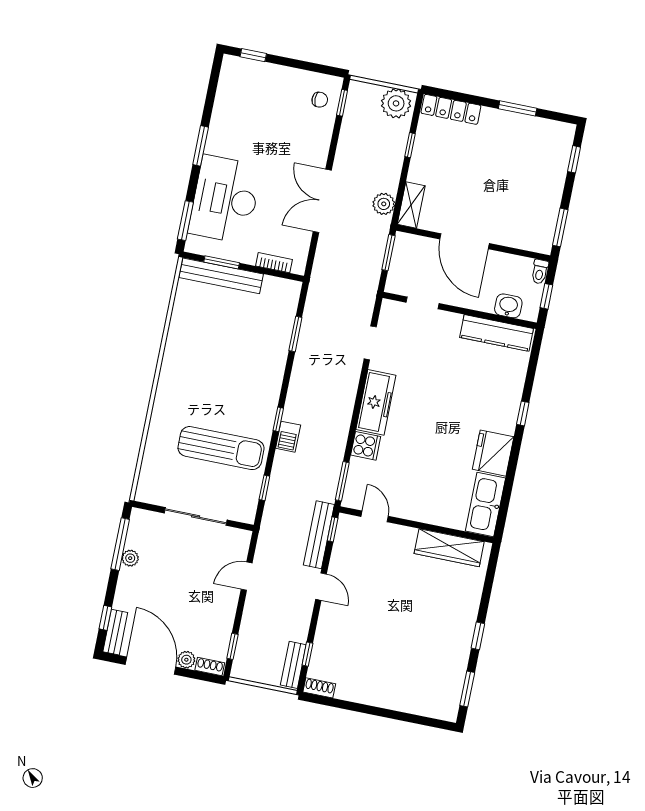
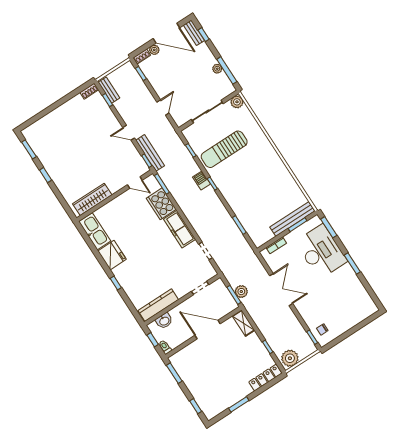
window: (253, 55) -> (367, 321), removed
plant: (384, 204) -> (241, 292), moved
cooker: (366, 446) -> (161, 204), width x1.87, depth x1.31
plant: (146, 492) -> (237, 102), added

